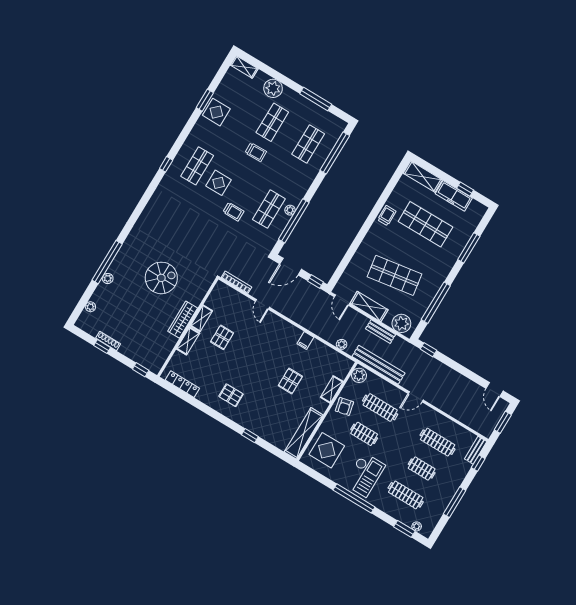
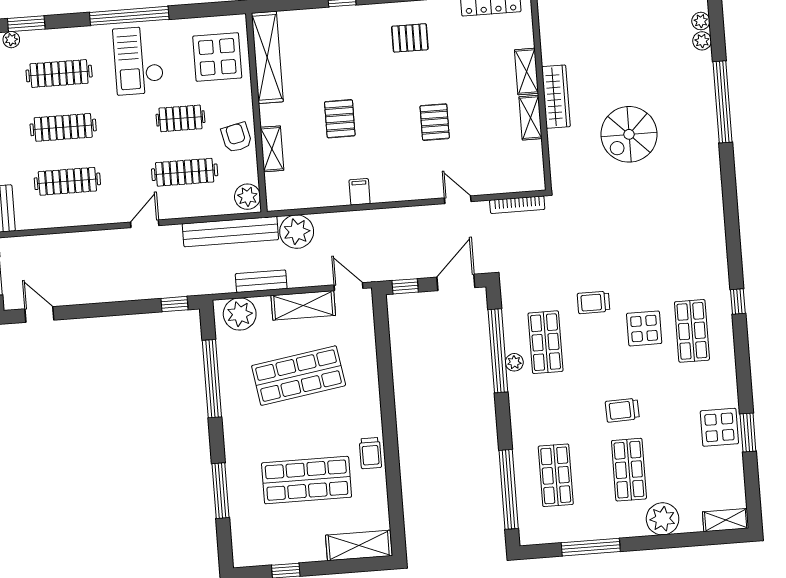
freezer: (454, 196) -> (295, 549), removed
plant: (108, 278) -> (702, 41), moved
pallet: (222, 337) -> (435, 122), moved
plant: (342, 344) -> (297, 232), width x1.87, depth x1.87
clothes rail: (422, 468) -> (63, 127), width x1.36

